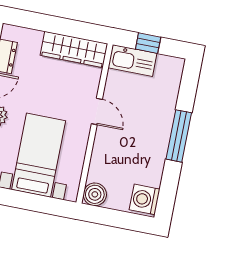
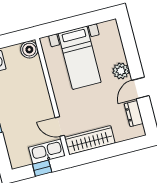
door: (97, 112) -> (60, 127), moved

